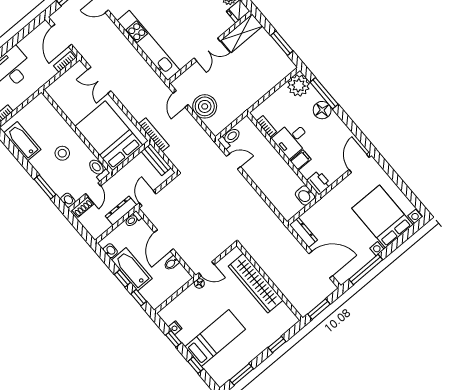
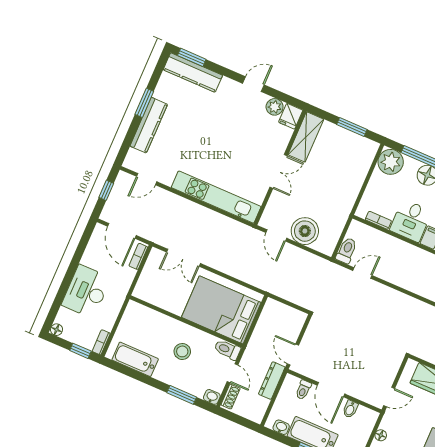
bookcase: (154, 135) -> (267, 286), removed
bench: (156, 160) -> (282, 310), removed
toilet: (133, 219) -> (303, 390), moved
floor lamp: (199, 283) -> (381, 435), moved

